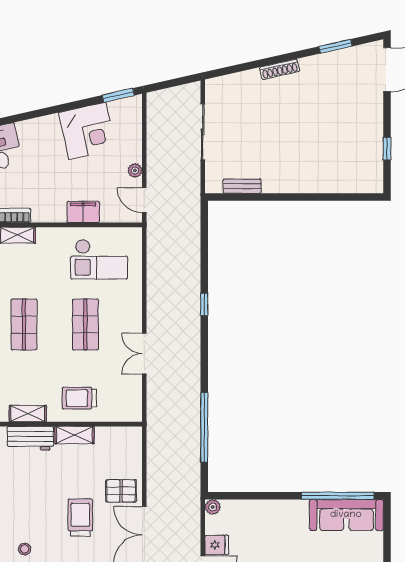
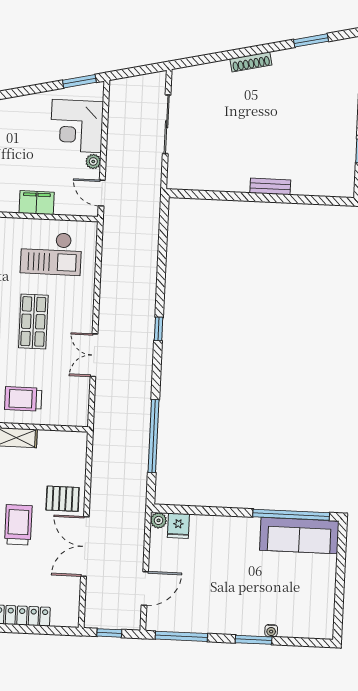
corner desk: (88, 131) -> (77, 126), moved, turned 103
bench: (242, 186) -> (270, 186), moved
window: (204, 304) -> (159, 329), moved
fridge: (217, 545) -> (178, 526), moved, turned 90

